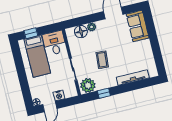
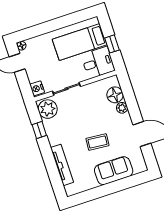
sofa: (138, 26) -> (114, 171), moved
window: (31, 33) -> (112, 44), moved
coffee table: (102, 60) -> (97, 142), moved
nightstand: (59, 95) -> (37, 88), moved

